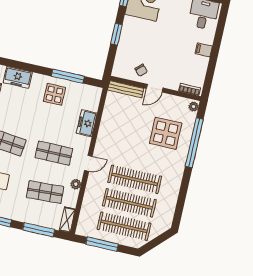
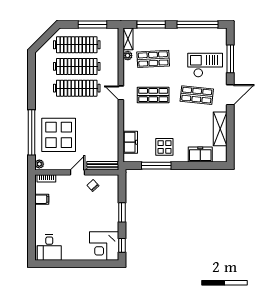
filing cabinet: (204, 50) -> (42, 199), moved
freezer: (87, 123) -> (130, 142), moved
display table: (166, 133) -> (59, 135), width x1.36, depth x1.36
door: (88, 163) -> (121, 93), hinge flipped
plant: (76, 184) -> (128, 56), moved

